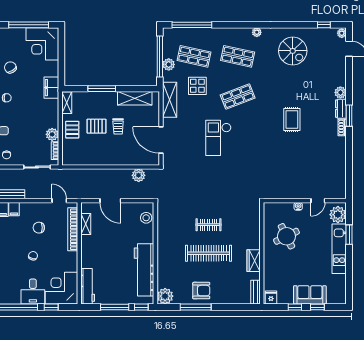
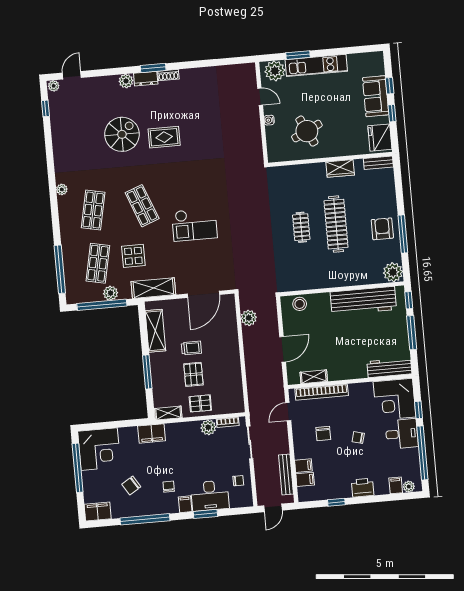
spiral stairs: (293, 51) -> (122, 134), moved
fridge: (271, 298) -> (380, 138), width x1.88, depth x1.34

